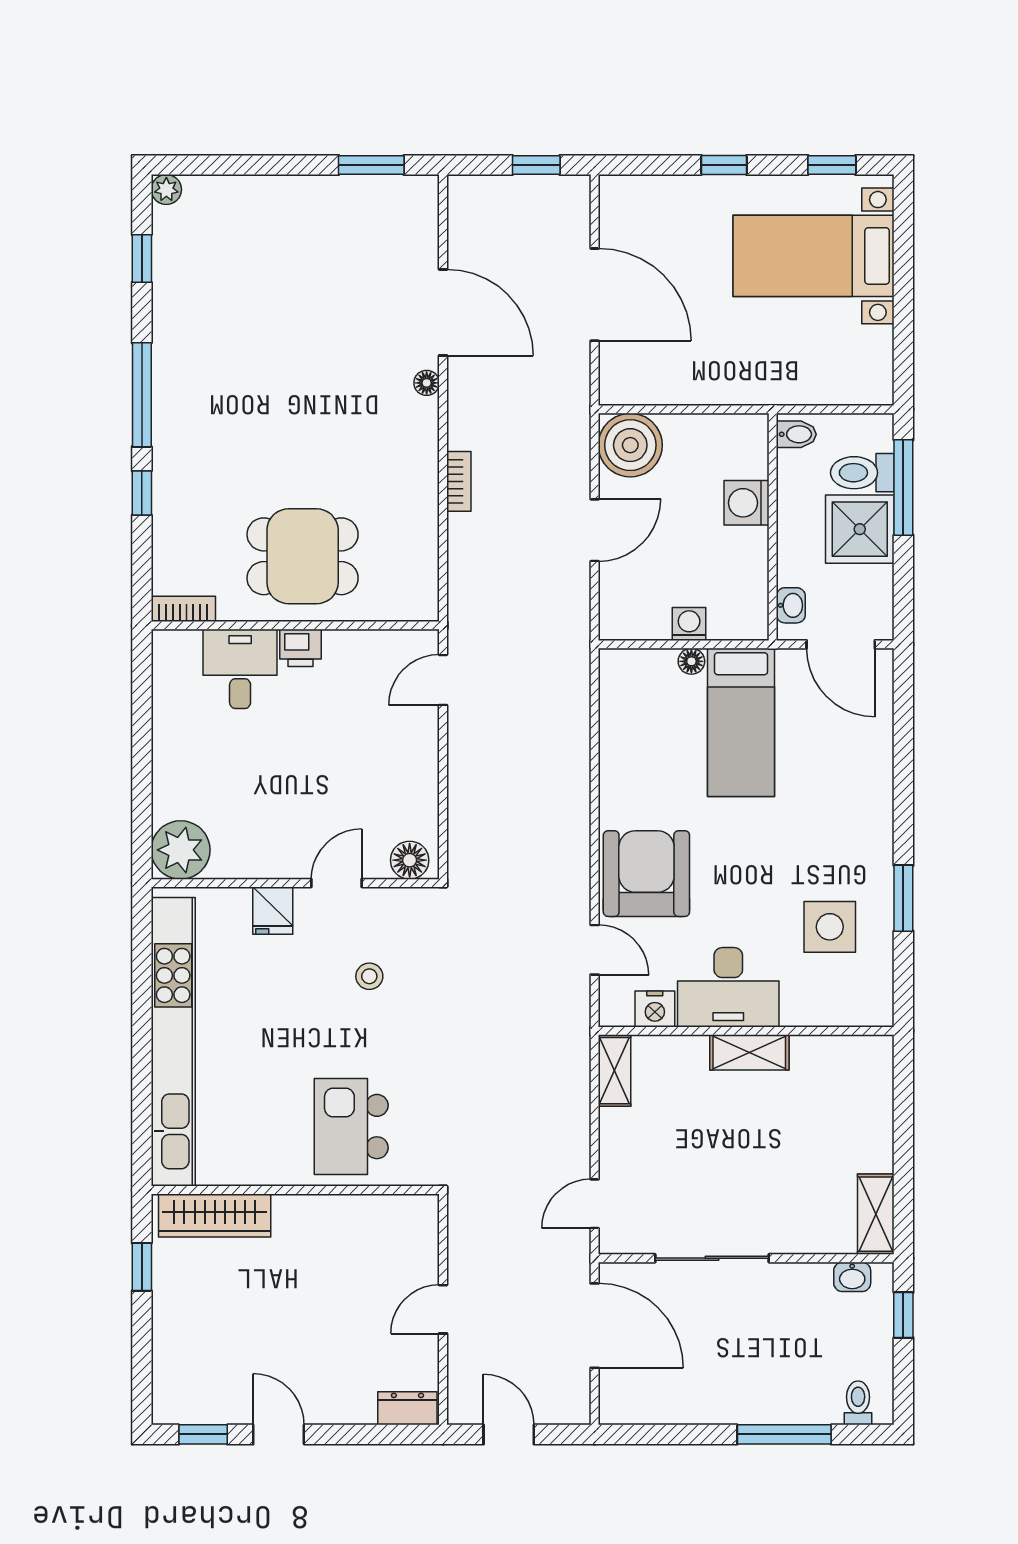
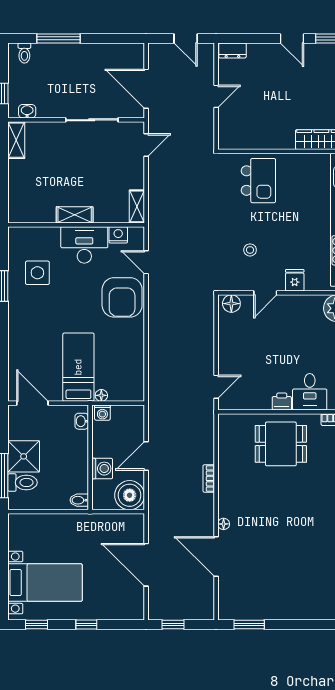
bidet: (796, 434) -> (79, 500), moved
washing machine: (747, 503) -> (102, 469), moved
wall: (773, 527) -> (90, 457), moved
washbasin: (791, 605) -> (82, 421), moved

